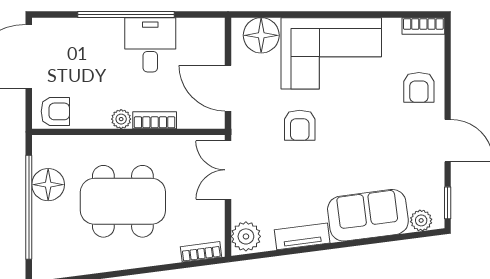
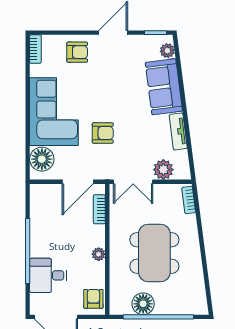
desk: (150, 45) -> (48, 275), moved
bookcase: (155, 120) -> (99, 209), moved
plant: (246, 236) -> (163, 170), moved

